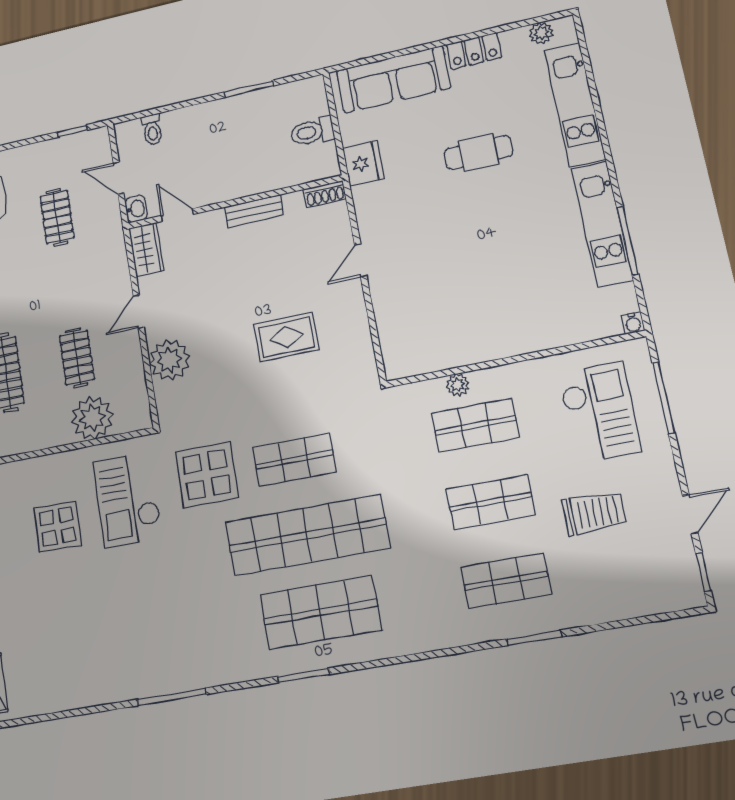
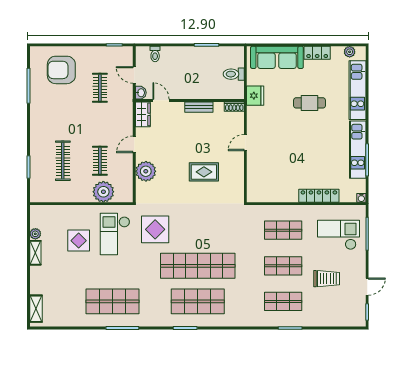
locker: (538, 337) -> (319, 196), added
plant: (458, 385) -> (279, 210), removed
checkout: (599, 412) -> (338, 235), turned -90
shop shelf: (294, 460) -> (112, 301), moved, width x1.43, depth x1.36

